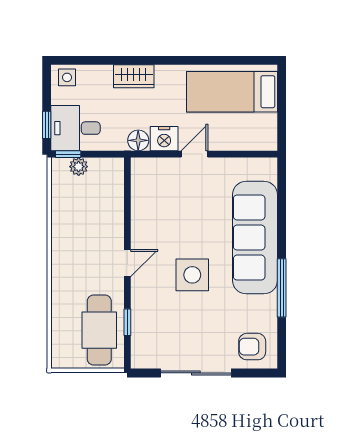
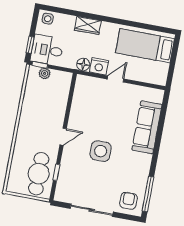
sofa: (255, 238) -> (147, 127), width x0.74, depth x0.79
window: (282, 288) -> (148, 194), moved
armchair: (252, 347) -> (128, 201), turned 90

